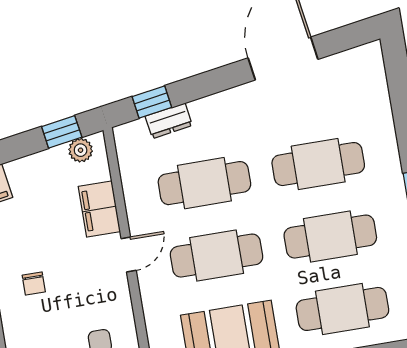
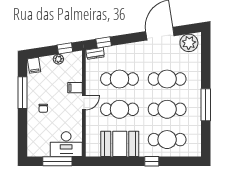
plant: (356, 69) -> (189, 43), added
dresser: (169, 121) -> (95, 53), moved
plant: (81, 150) -> (58, 59), moved
filing cabinet: (99, 209) -> (75, 88), width x0.50

